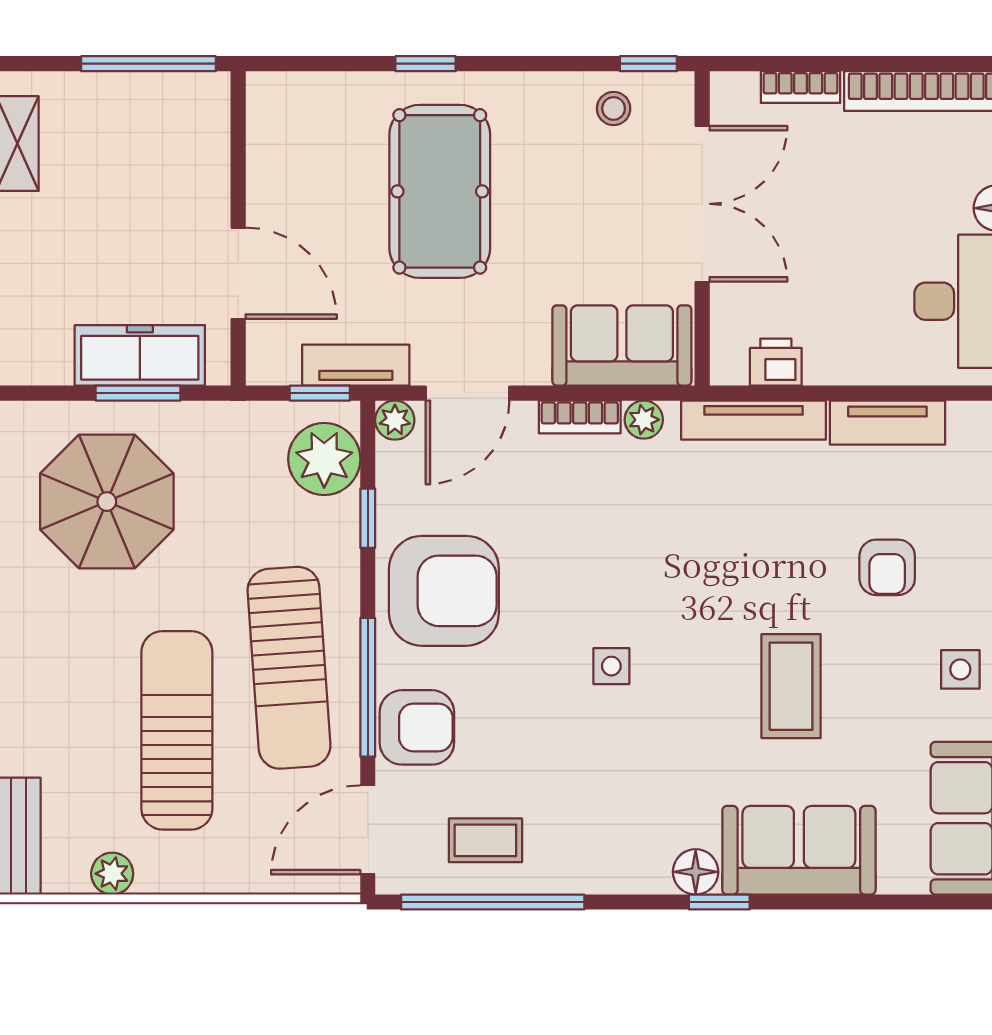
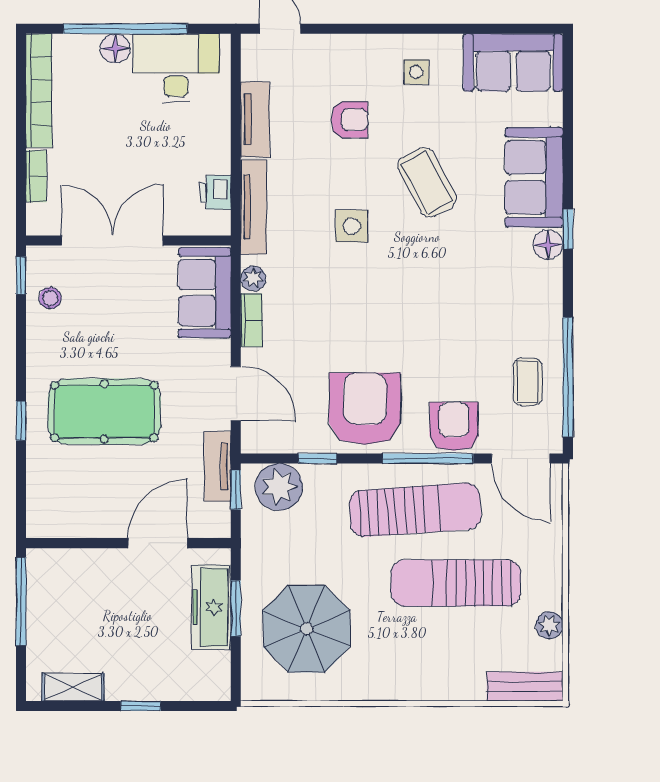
plant: (395, 420) -> (254, 441), removed
side table: (611, 666) -> (352, 226), moved, width x1.37, depth x1.37
coffee table: (791, 686) -> (427, 182), turned 62

